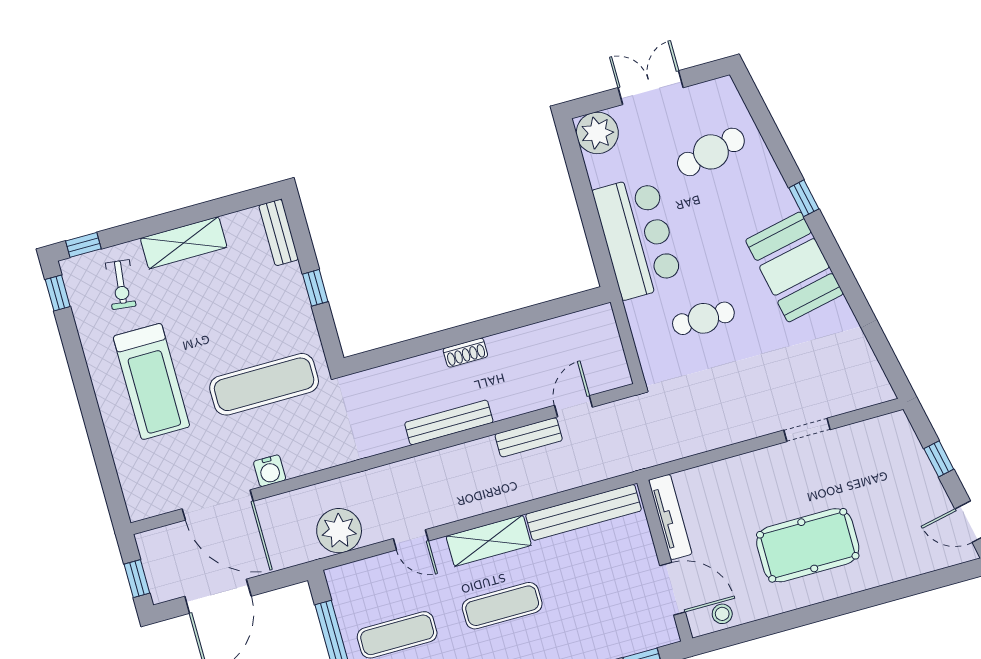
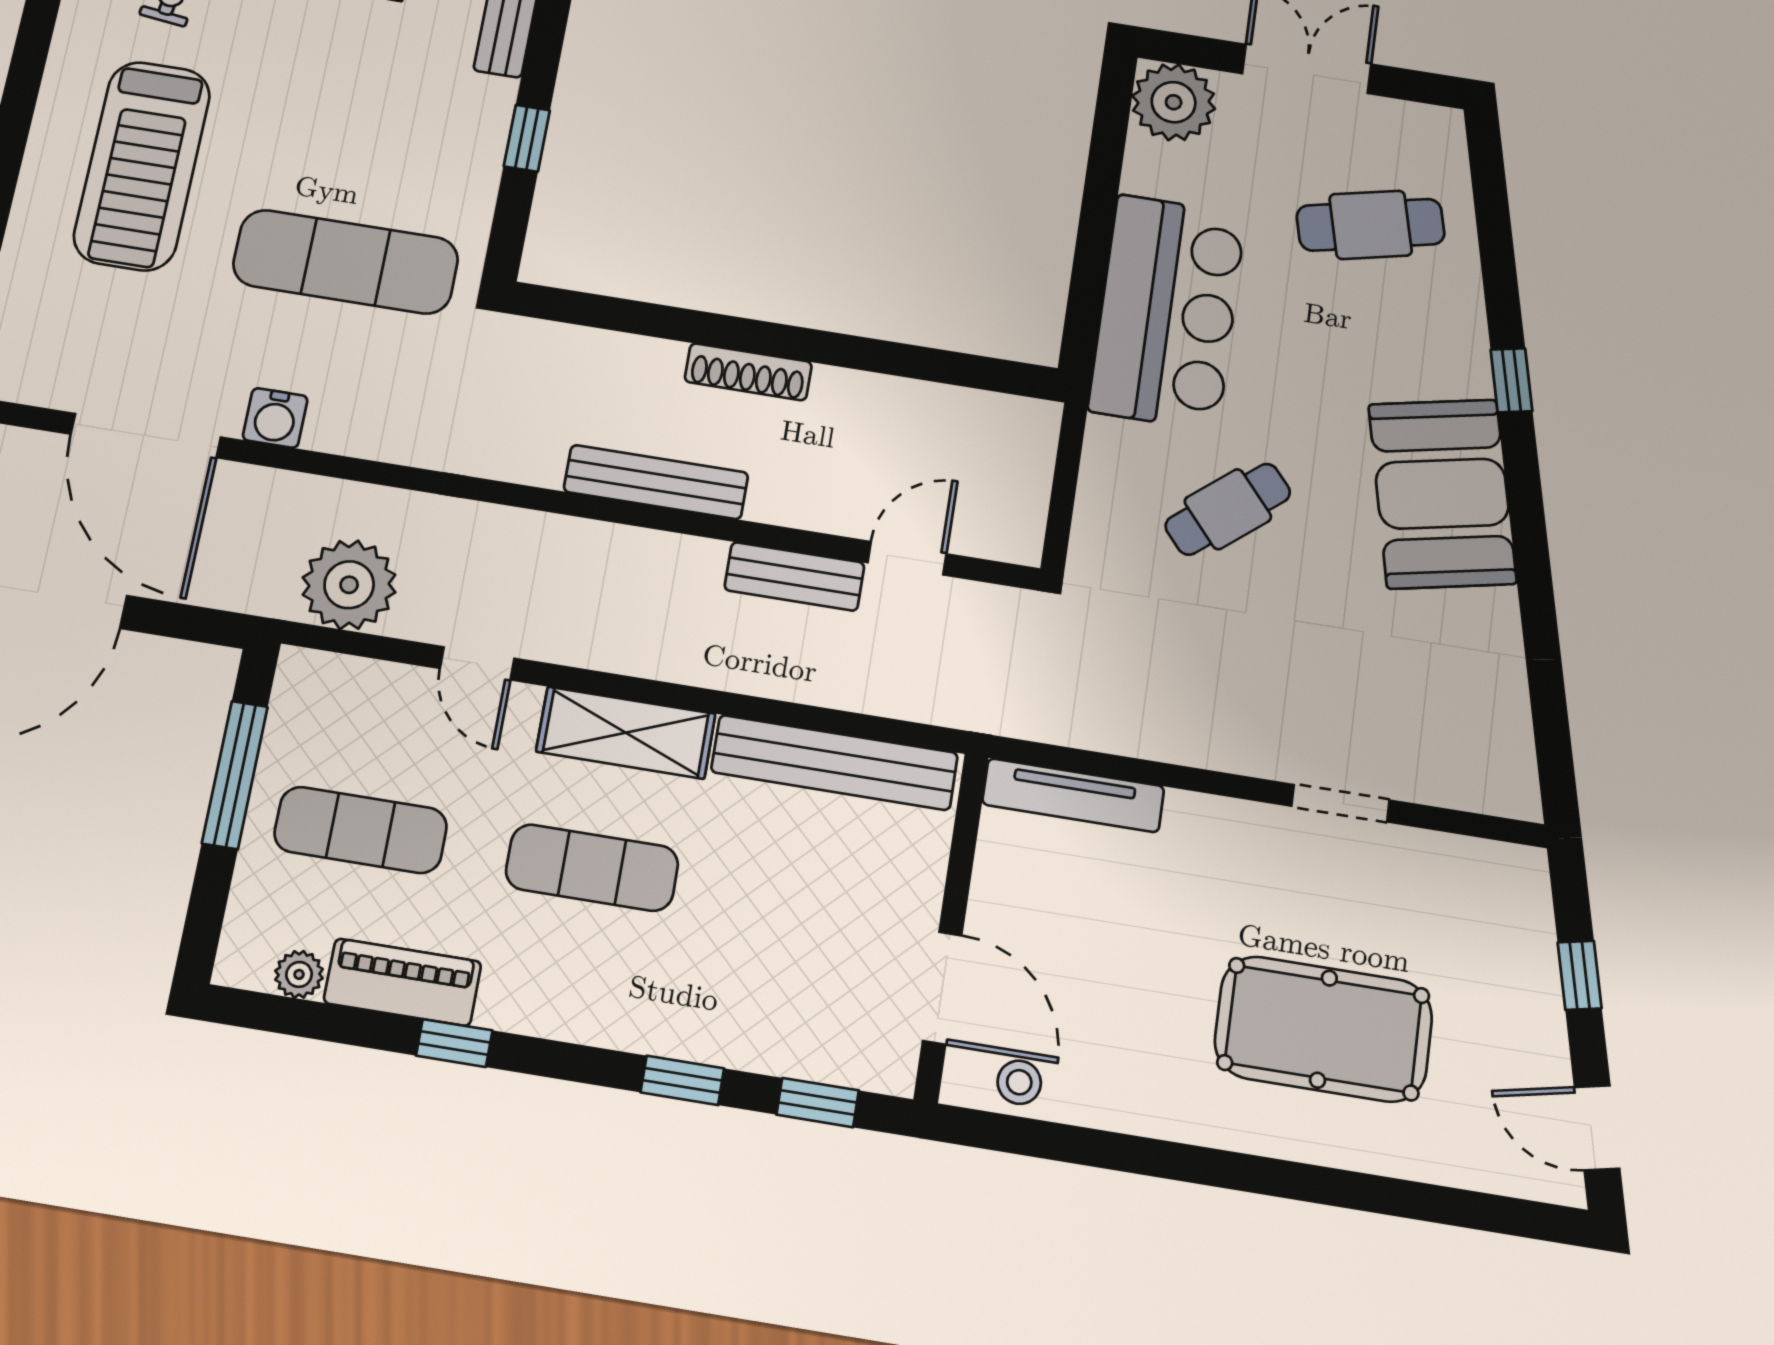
cafe table: (703, 318) -> (1228, 509), turned -40
shoe rack: (465, 353) -> (748, 372), width x1.43
tv unit: (670, 517) -> (1073, 795), moved, turned 90
pool table: (808, 545) -> (1323, 1029), moved

